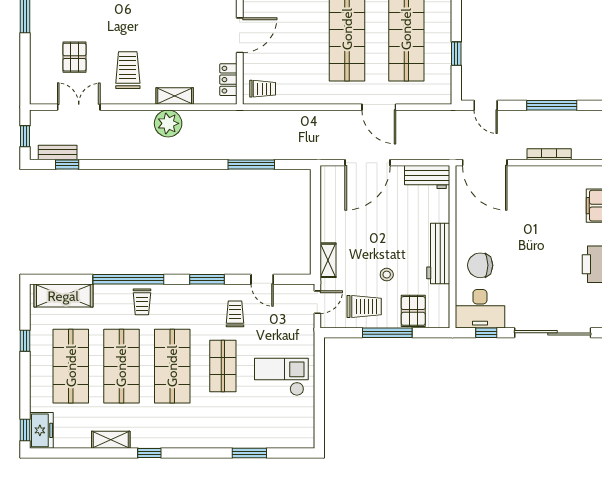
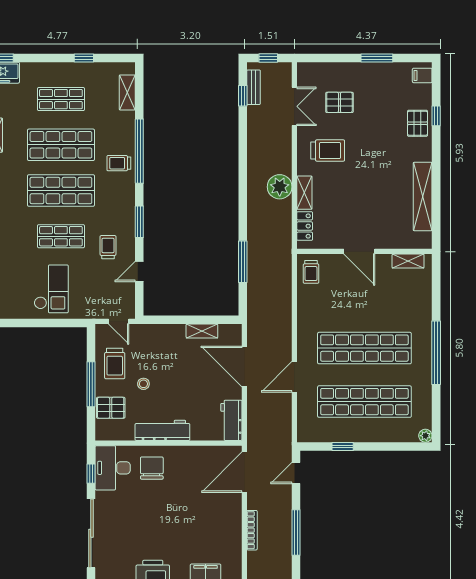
locker: (228, 80) -> (305, 226), moved, turned 90
shelving: (328, 260) -> (202, 331), moved
shelving: (63, 296) -> (127, 92), width x0.67, depth x0.75
trolley: (235, 314) -> (108, 247), turned -90
shop shelf: (71, 366) -> (61, 99), width x0.70, depth x0.74

